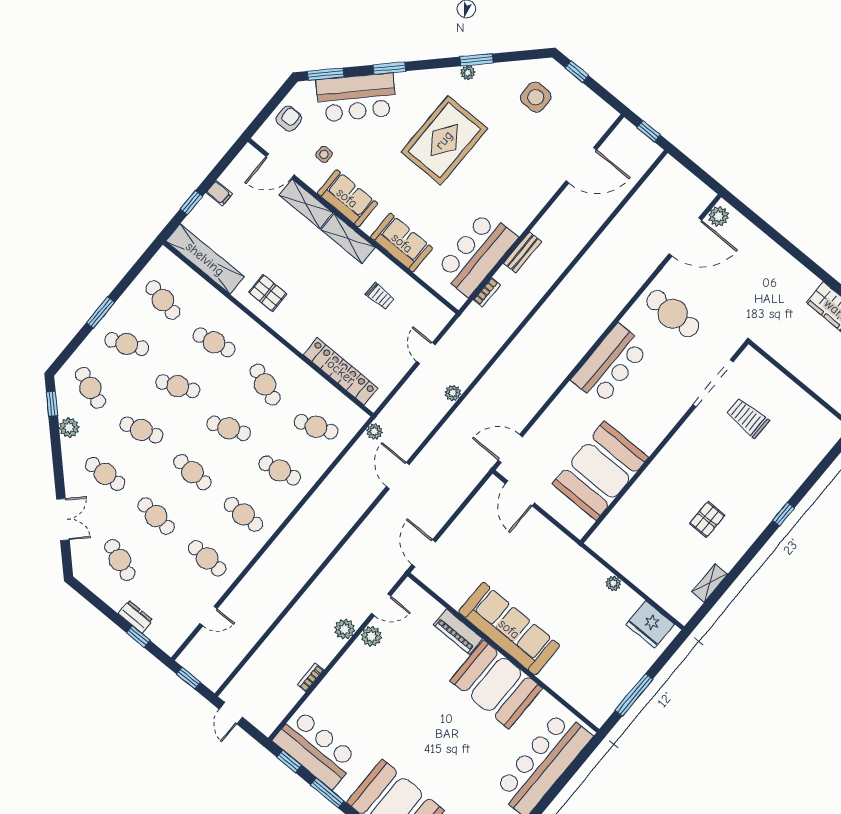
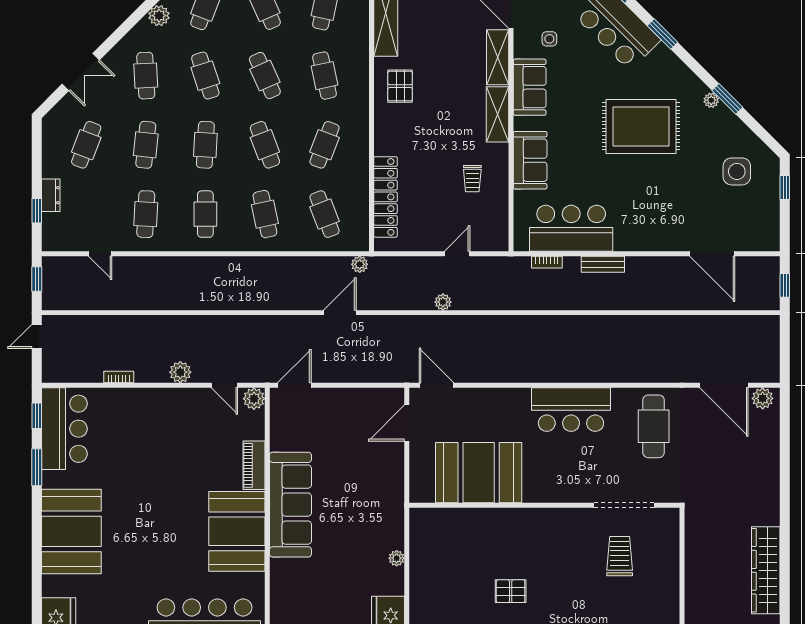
plant: (371, 636) -> (254, 399), moved

